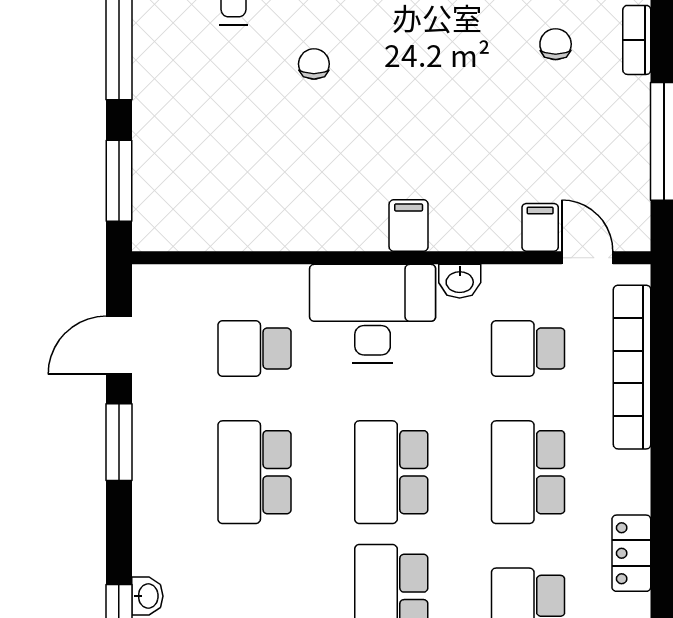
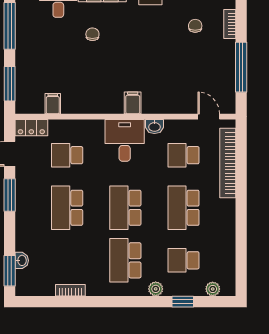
filing cabinet: (540, 227) -> (53, 104), moved
desk: (373, 314) -> (125, 140), width x0.73
locker: (631, 553) -> (31, 128), moved, turned -90

